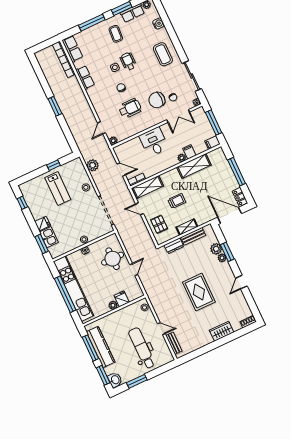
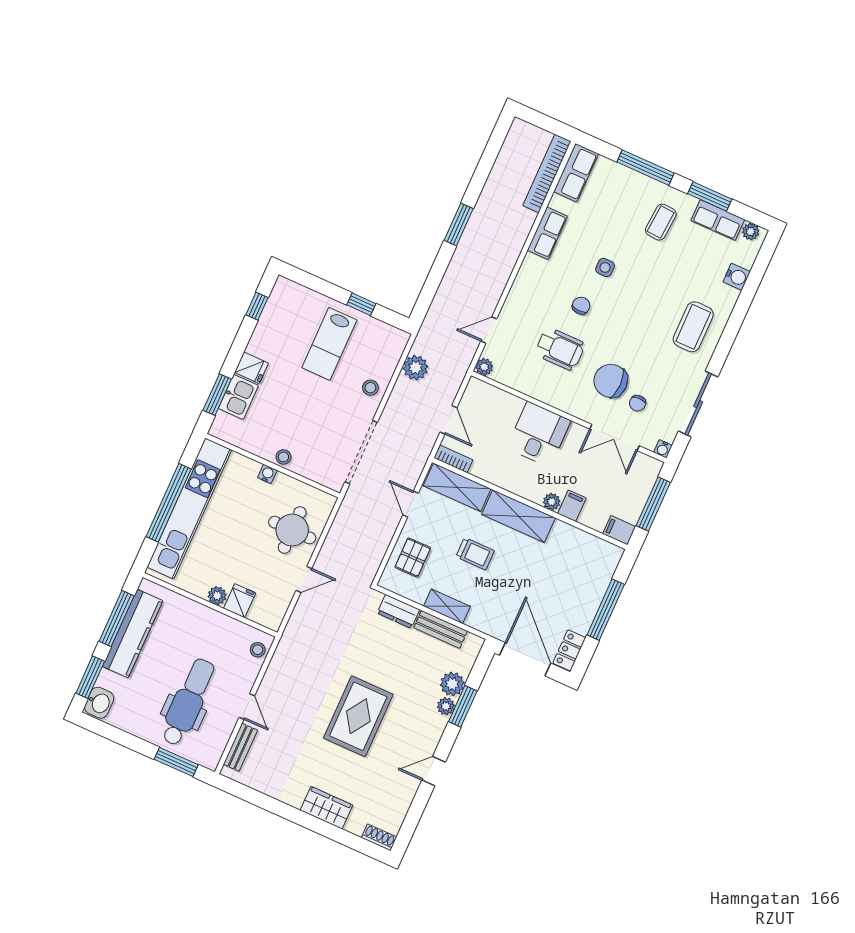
wheelchair: (128, 61) -> (633, 281), removed
shelving: (194, 166) -> (519, 516), moved
window: (137, 381) -> (176, 762), moved

